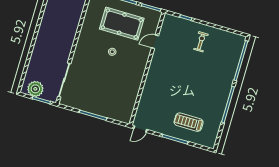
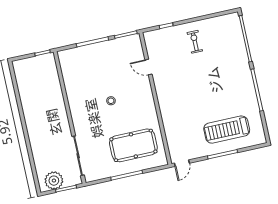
pool table: (122, 24) -> (133, 145), moved
door: (155, 42) -> (148, 67), hinge flipped
treadmill: (189, 122) -> (227, 130), width x1.37, depth x1.38

